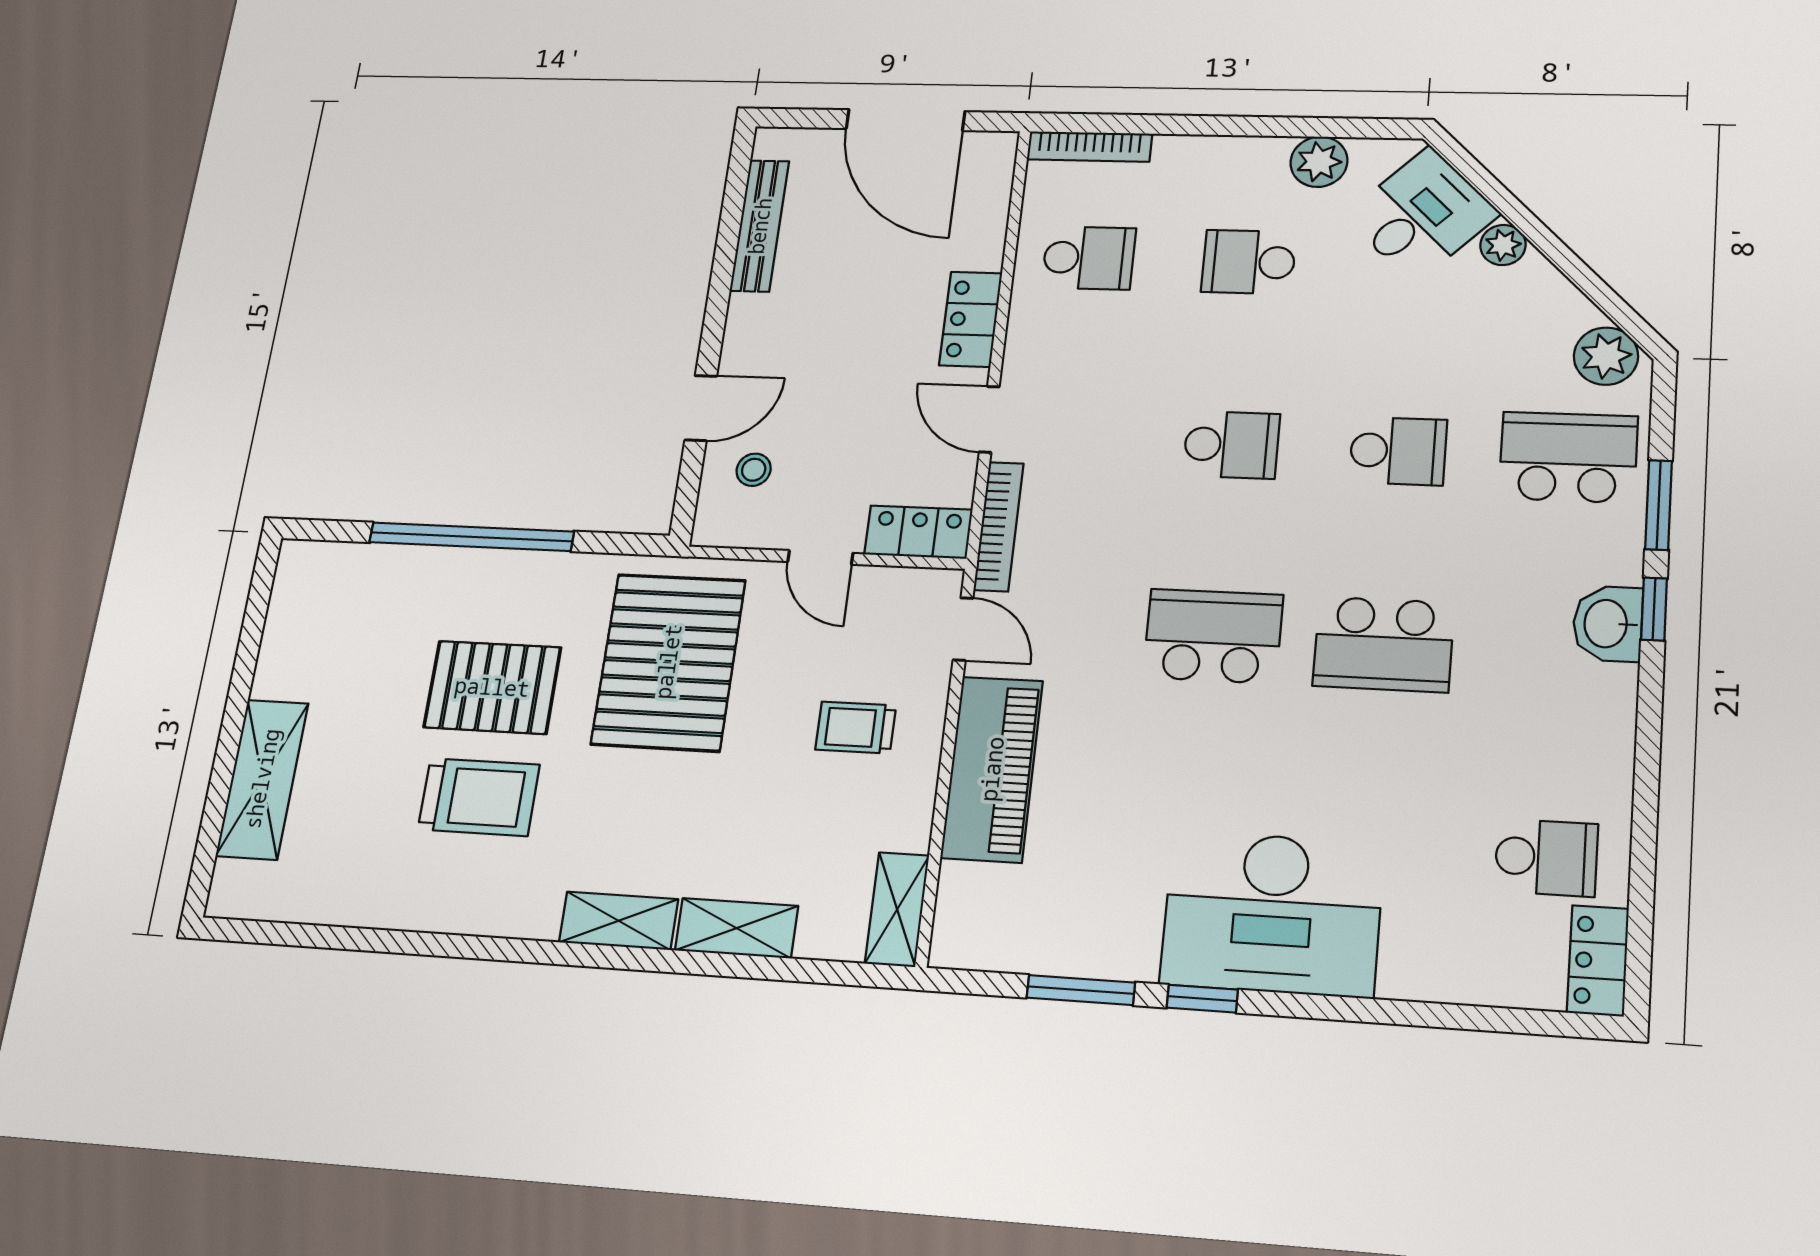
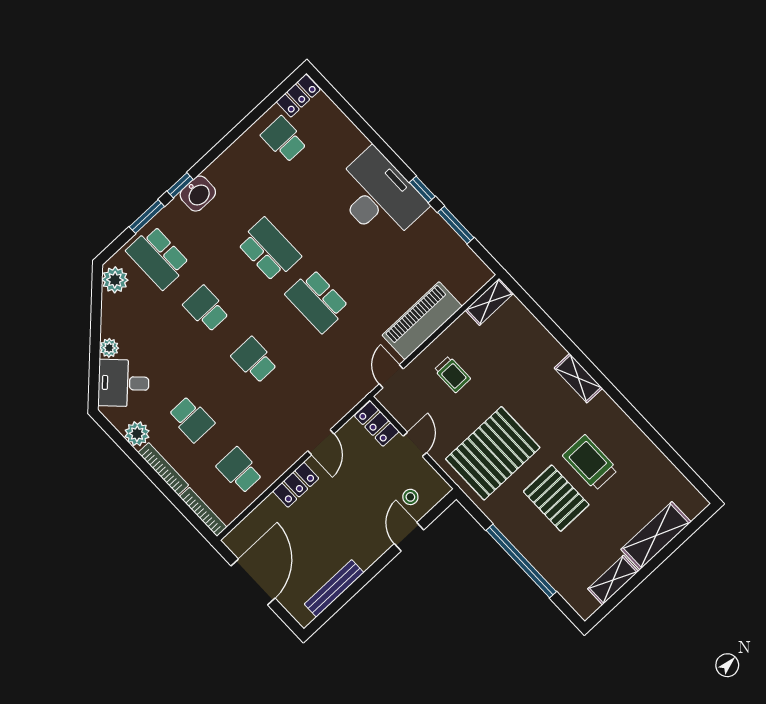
door: (701, 408) -> (409, 537), hinge flipped
bookcase: (999, 526) -> (163, 469), moved, turned 90
shelving: (736, 928) -> (613, 580), moved, turned 90

